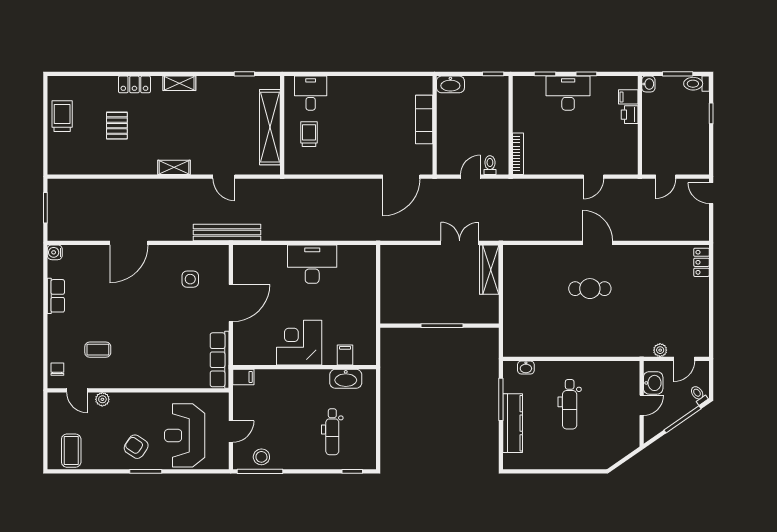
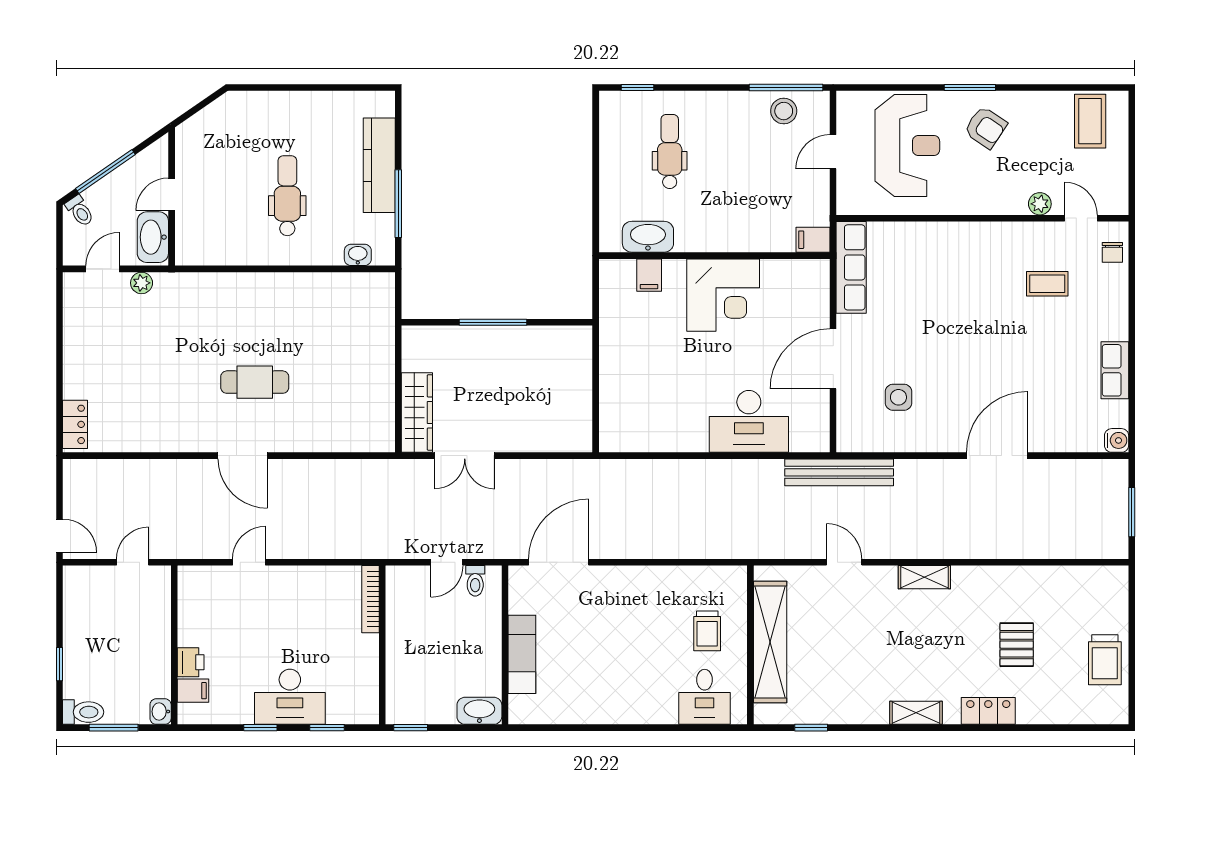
toilet: (490, 165) -> (475, 581), moved
desk: (312, 264) -> (749, 421), moved
washbasin: (653, 383) -> (153, 237), width x1.38

